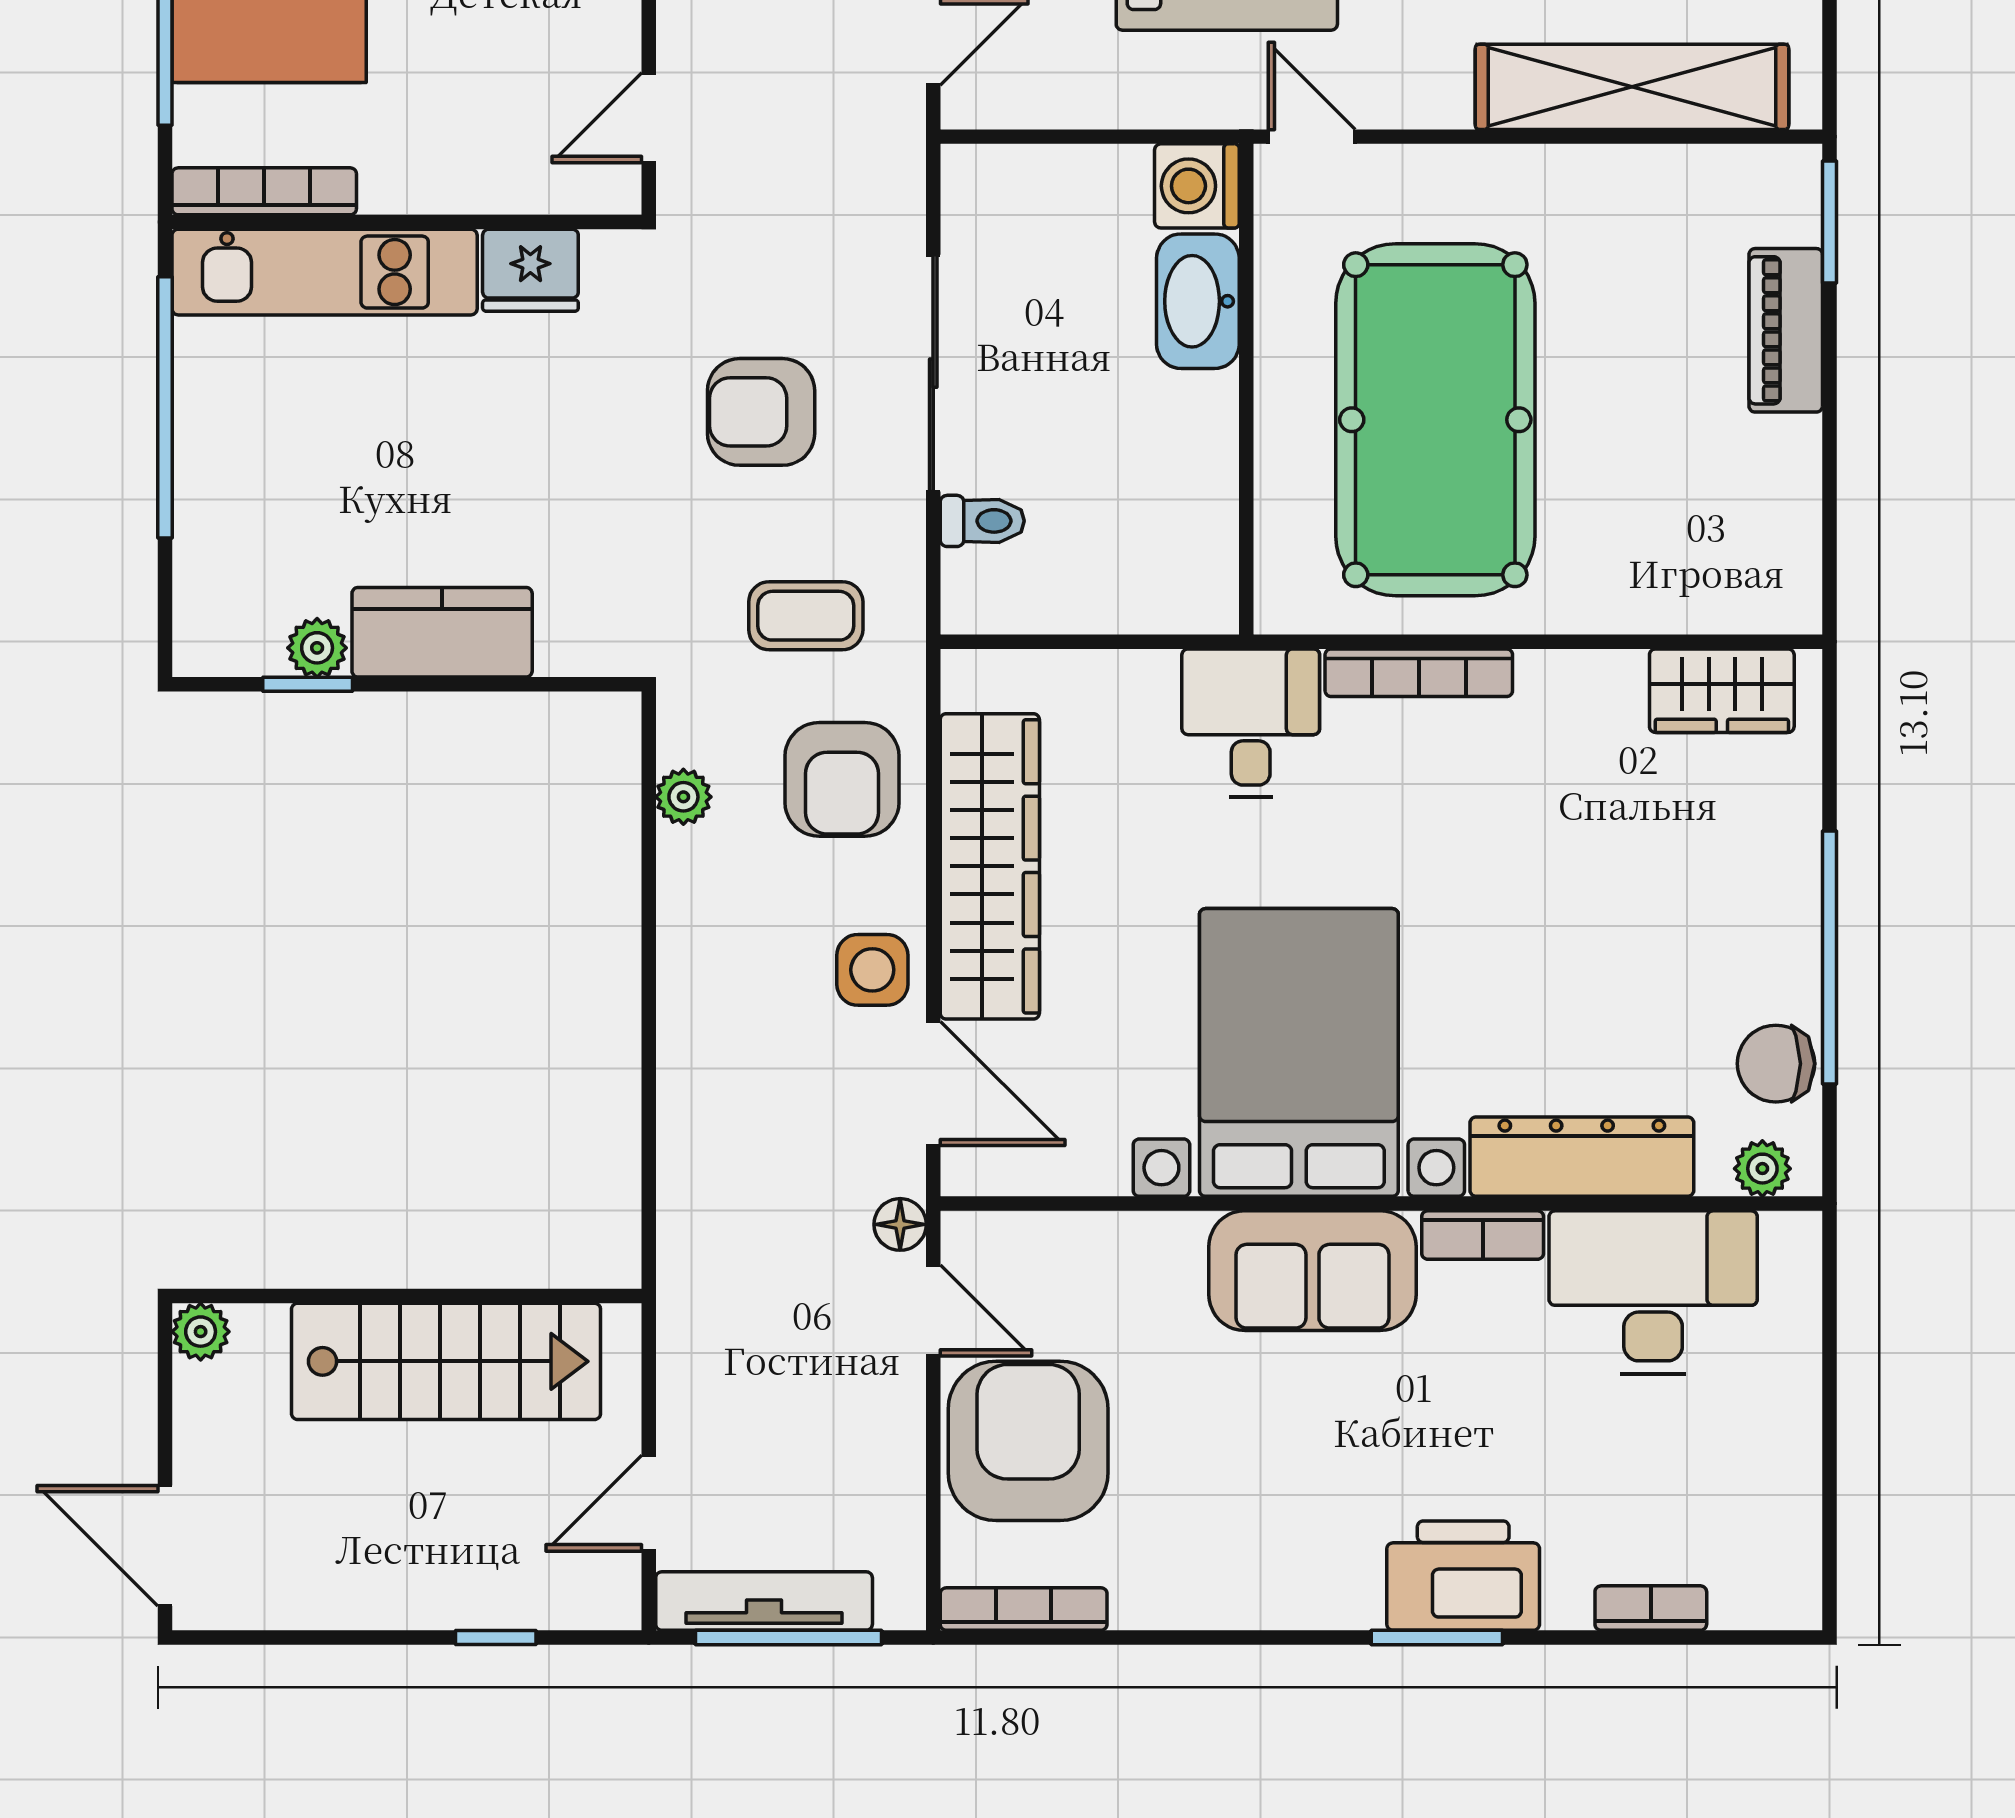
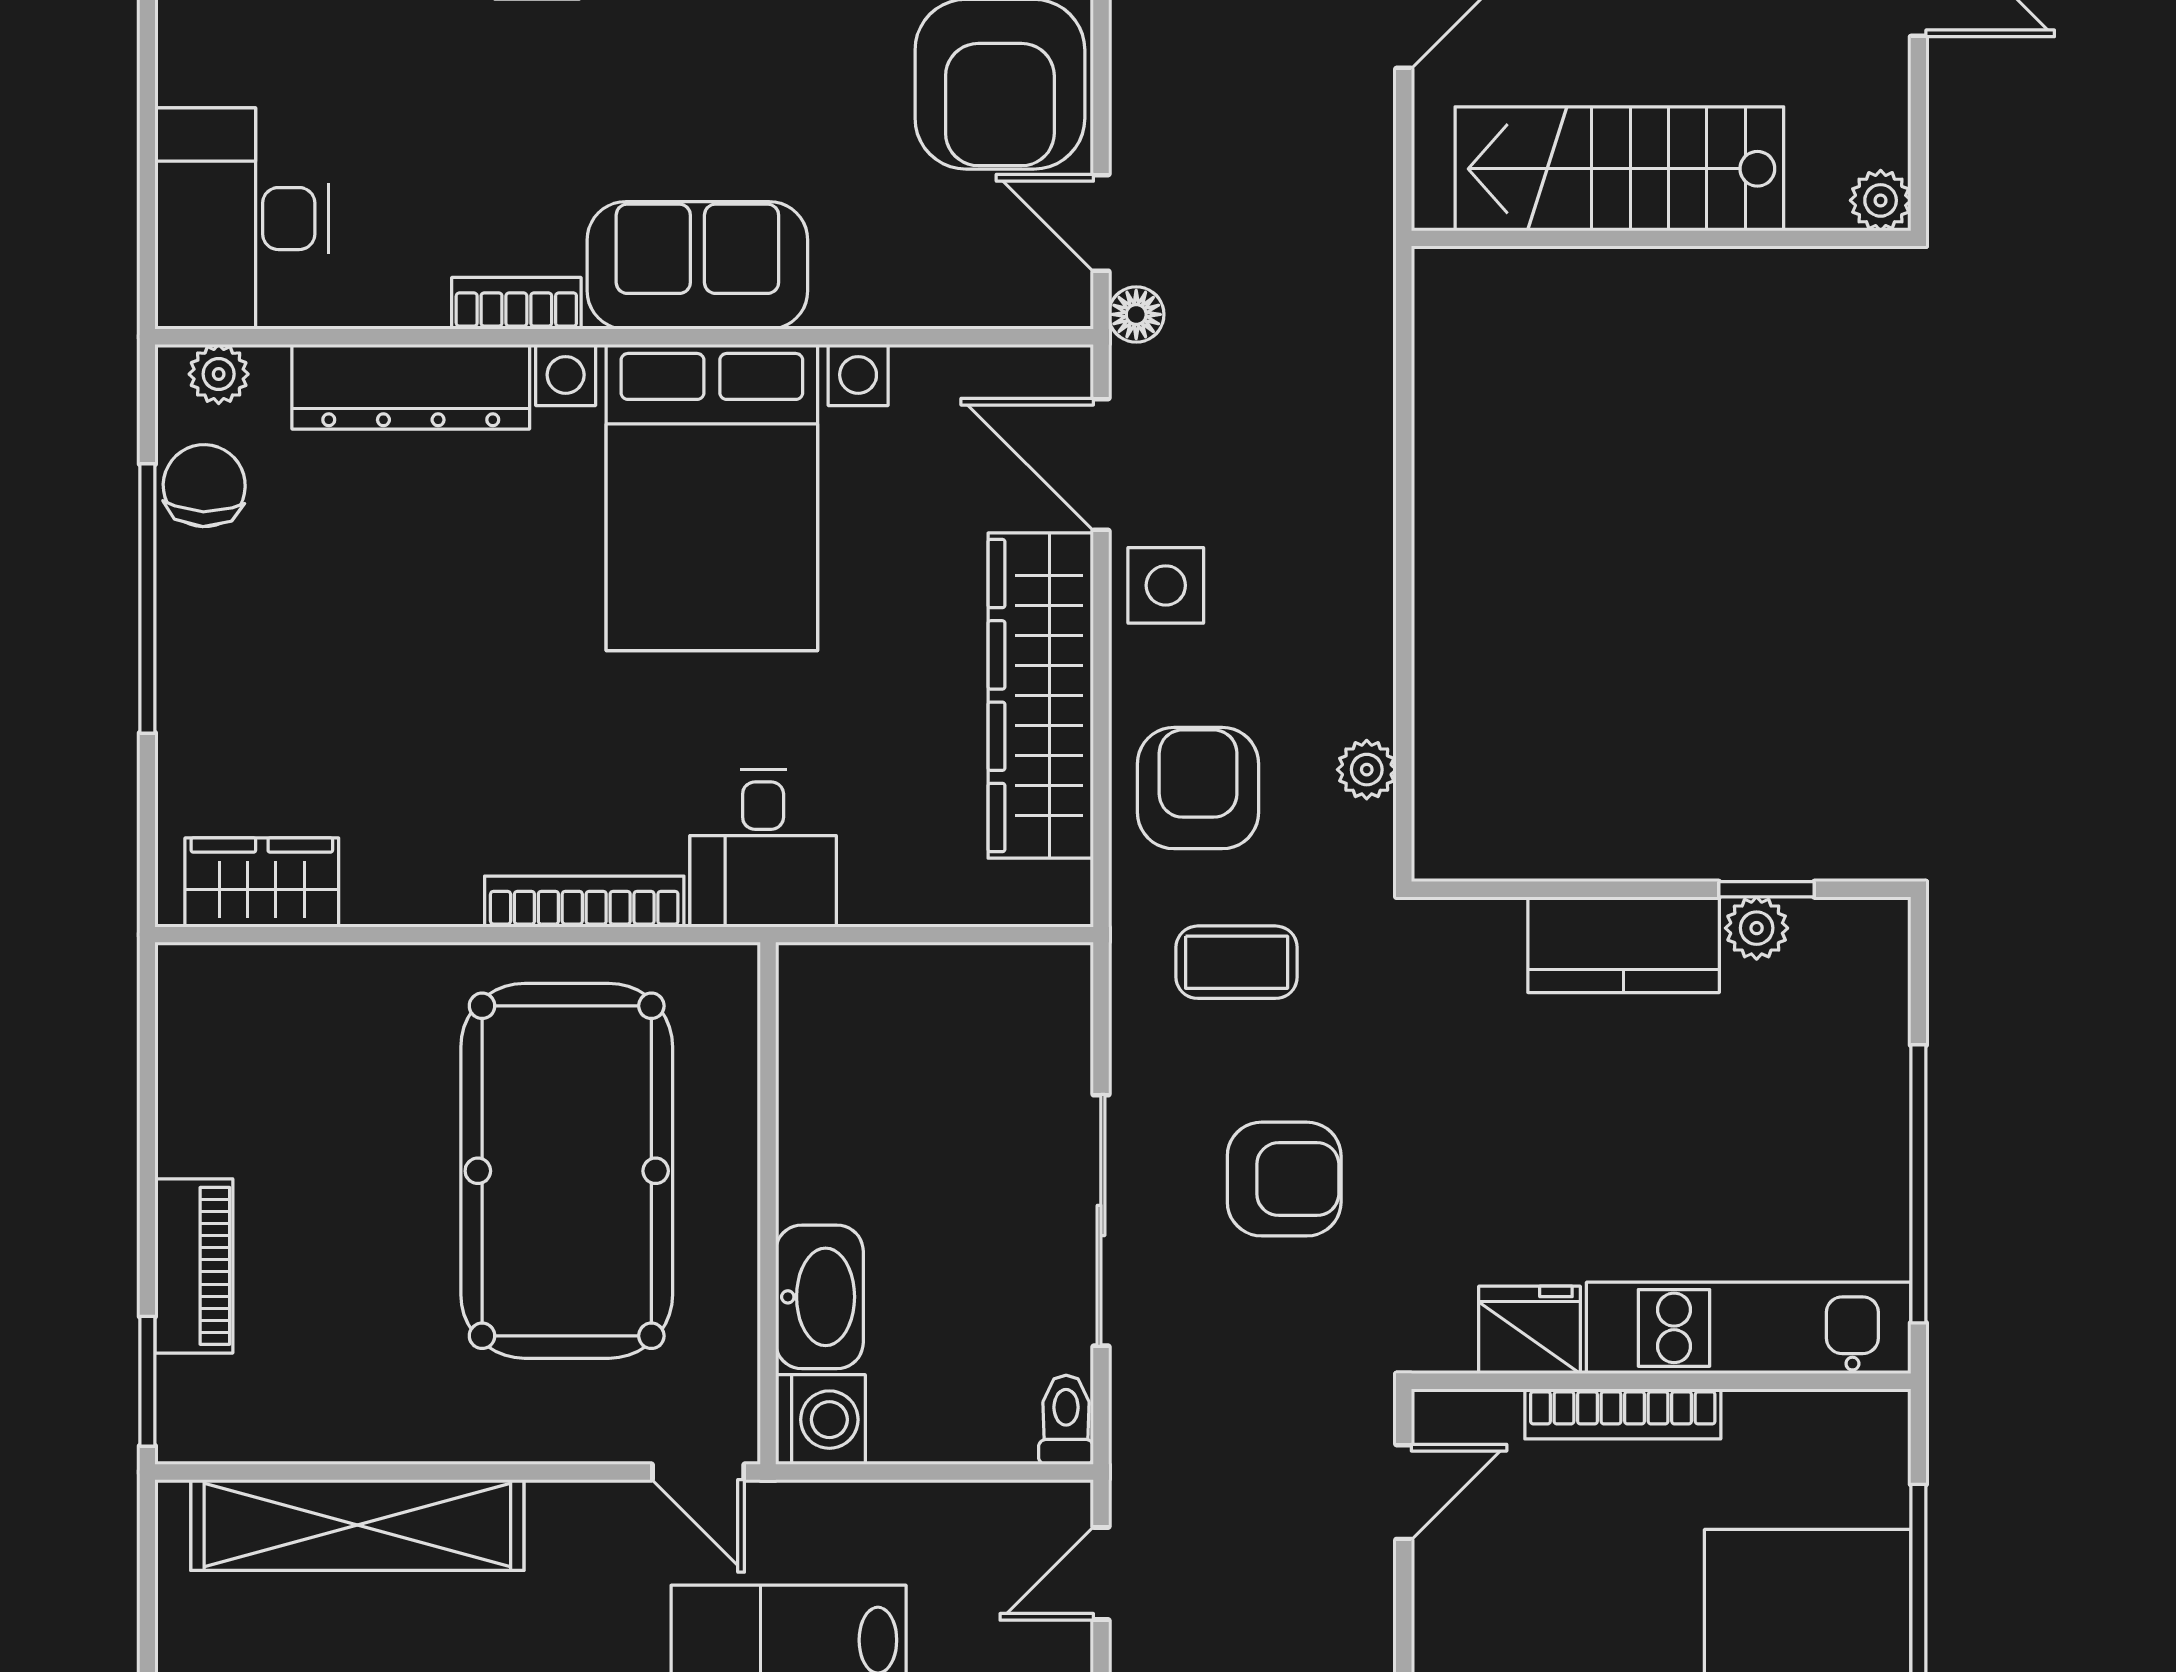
bookcase: (264, 191) -> (1623, 1414), moved
toilet: (982, 521) -> (1066, 1420), moved, turned 90
chair: (1776, 1064) -> (204, 486), turned -88
desk: (1653, 1292) -> (242, 219), moved, turned 90

